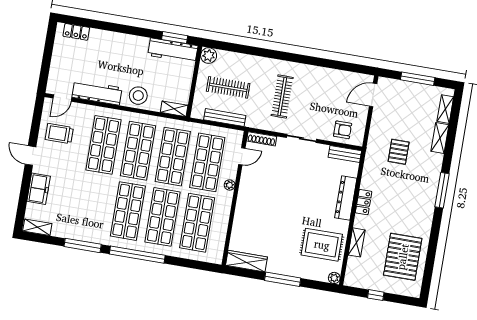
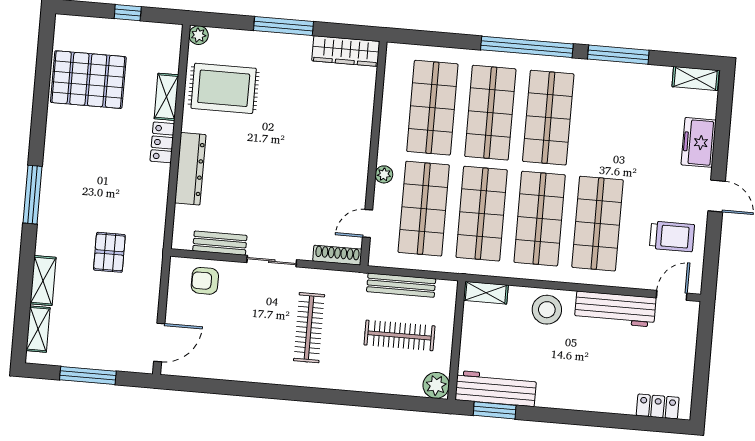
bench: (345, 154) -> (220, 243), moved
locker: (364, 202) -> (162, 142), moved
pallet: (403, 257) -> (88, 80), turned 90

